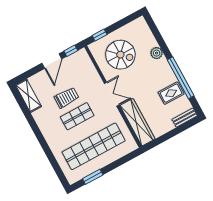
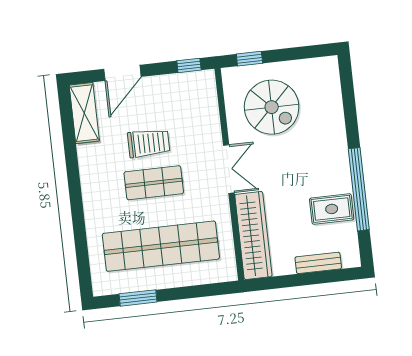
plant: (157, 53) -> (335, 130), removed
door: (52, 61) -> (122, 73), moved
bench: (185, 118) -> (318, 263), moved

